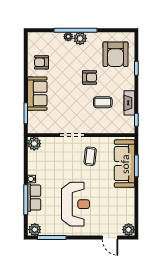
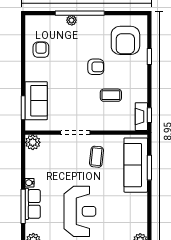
plant: (80, 38) -> (85, 22), removed
armchair: (41, 62) -> (41, 50), turned 90
sofa: (37, 94) -> (36, 101), moved
fireplace: (129, 103) -> (141, 117), moved

